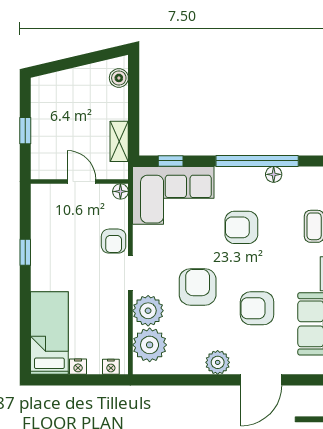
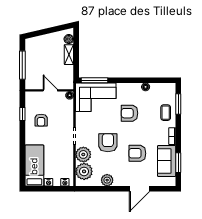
window: (25, 131) -> (22, 65), width x2.17
shelving: (119, 141) -> (69, 55), moved
window: (171, 161) -> (94, 80), width x2.17
window: (257, 161) -> (137, 80), removed
armchair: (114, 241) -> (41, 120), moved
window: (25, 252) -> (22, 114), moved
plant: (218, 362) -> (107, 180), moved

